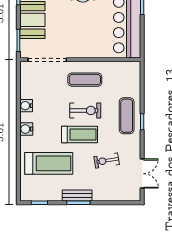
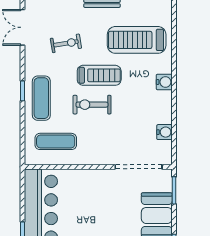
exercise mat: (85, 80) -> (56, 141), moved
water cooler: (26, 106) -> (164, 132), moved
treadmill: (79, 134) -> (99, 75), turned 180

